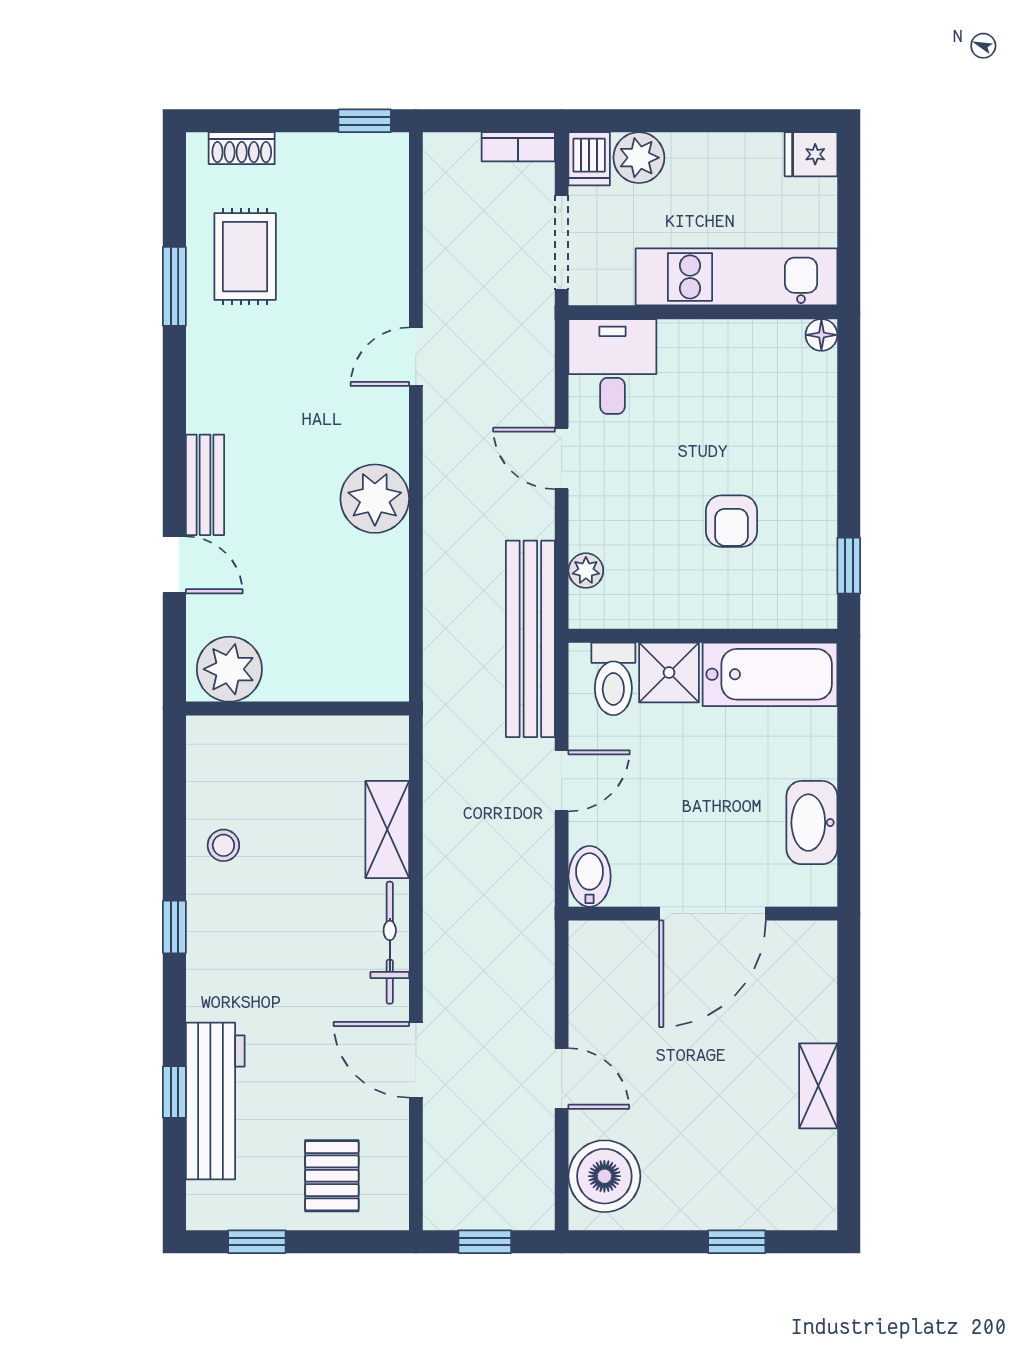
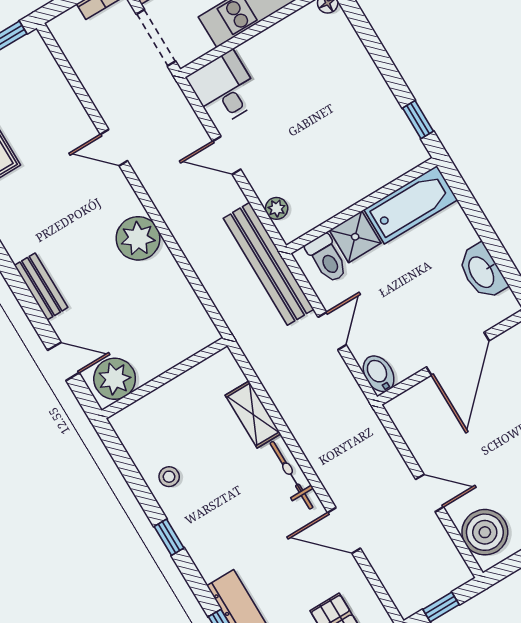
door: (416, 357) -> (114, 148), hinge flipped
armchair: (732, 521) -> (340, 134), removed
door: (174, 565) -> (63, 361), moved

